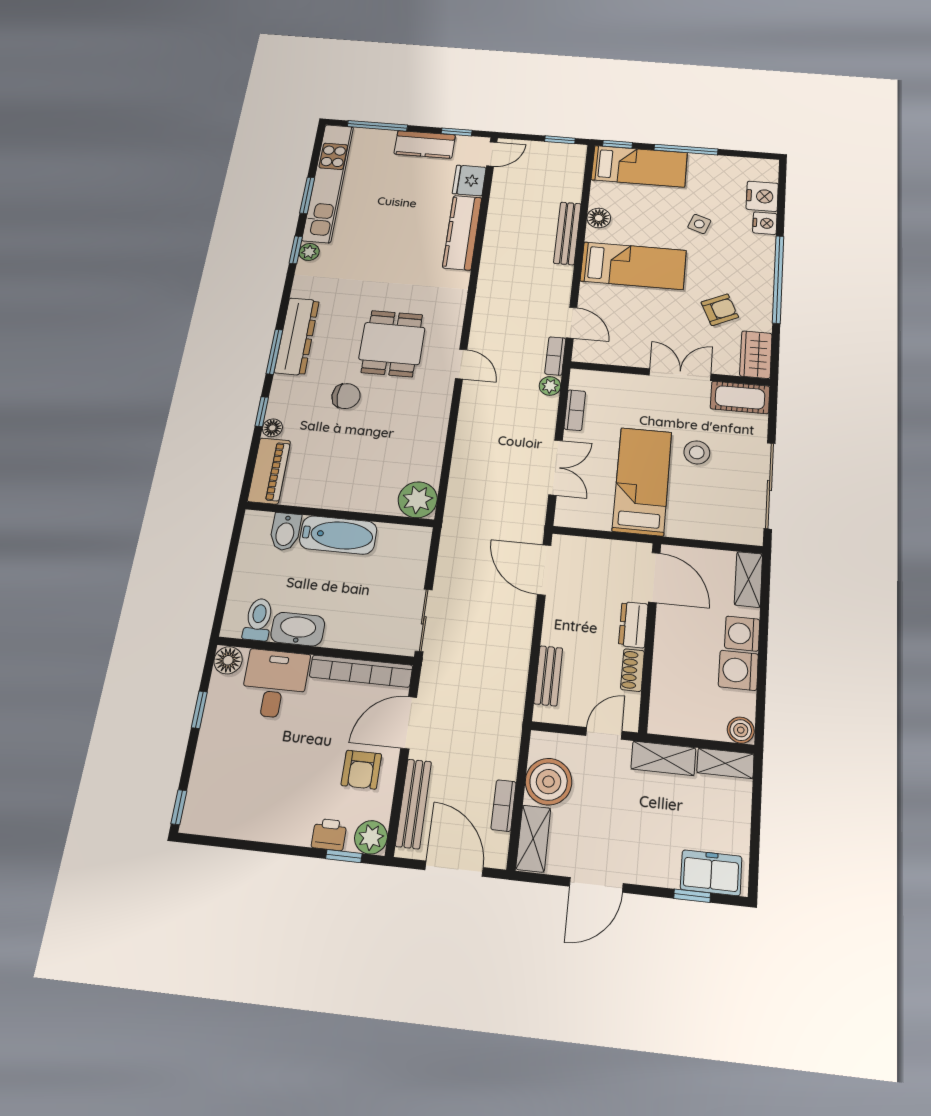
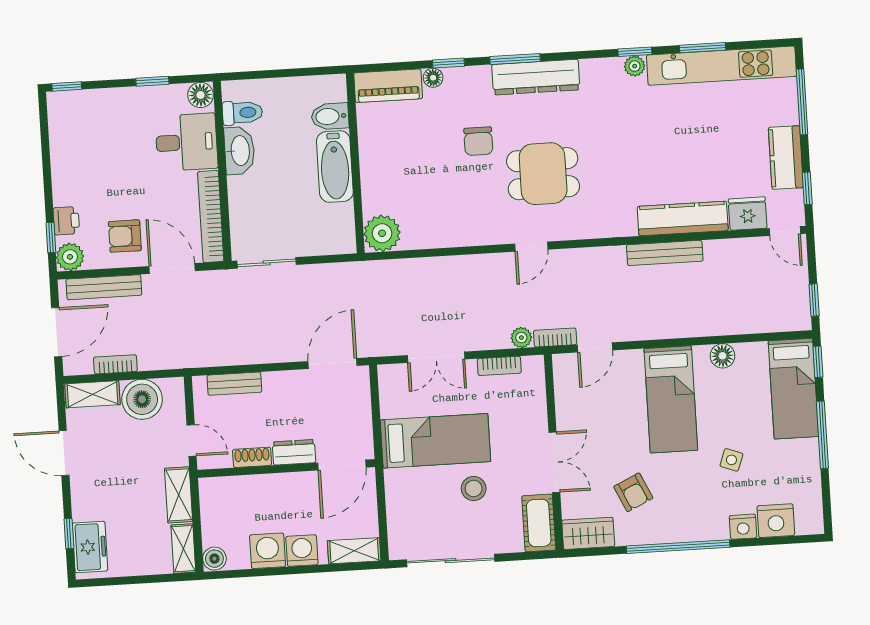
bench: (567, 233) -> (665, 253), moved

